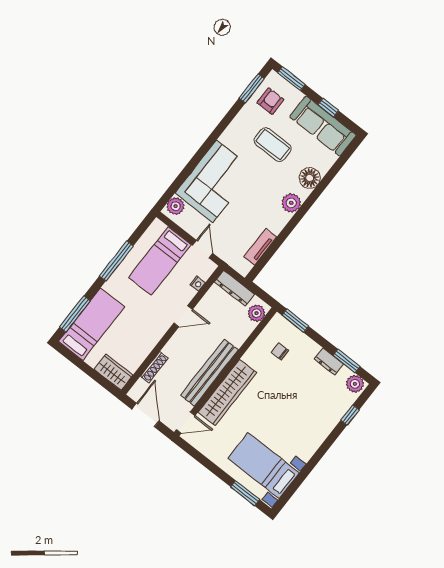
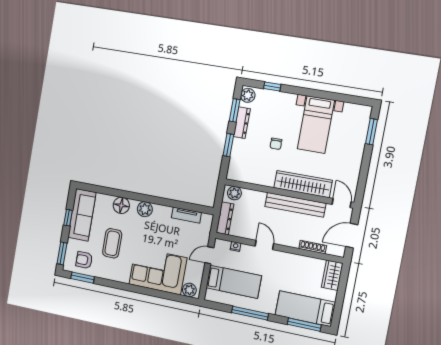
window: (295, 321) -> (228, 145), moved
chair: (280, 351) -> (276, 144), moved
dresser: (329, 362) -> (242, 123), width x1.44
bed with nightstands: (264, 466) -> (316, 125), moved

